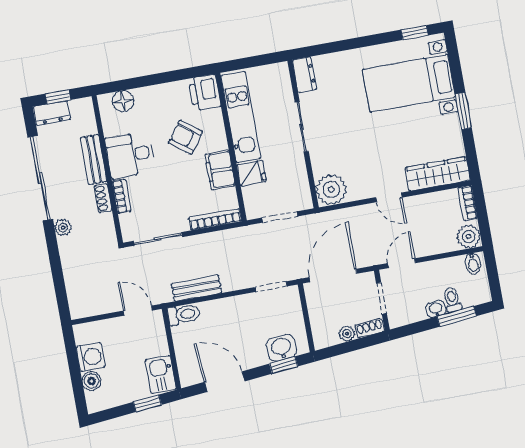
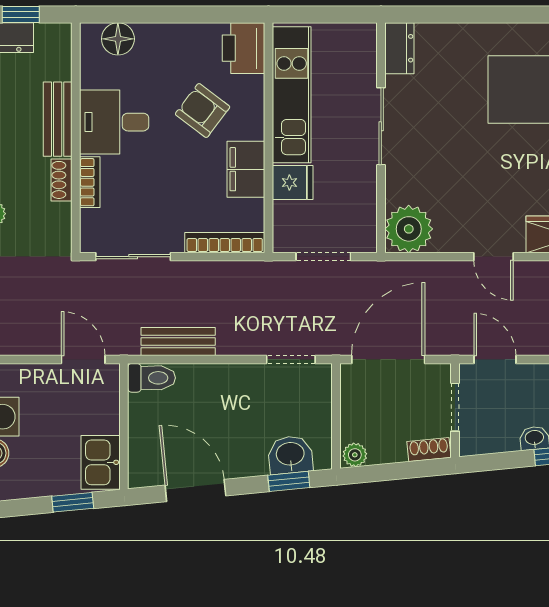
door: (402, 263) -> (495, 360), hinge flipped
plant: (347, 334) -> (355, 455), moved

